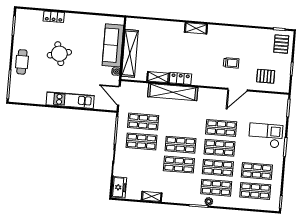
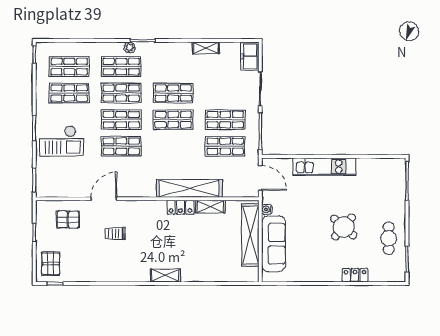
round table: (59, 54) -> (344, 227), turned -35
cafe table: (22, 62) -> (389, 238), moved

